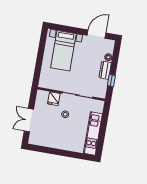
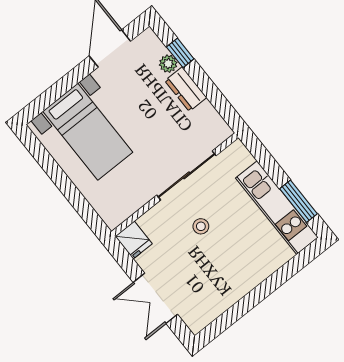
window: (111, 81) -> (180, 53), moved
fridge: (54, 99) -> (134, 240), moved
window: (101, 139) -> (299, 201), added

